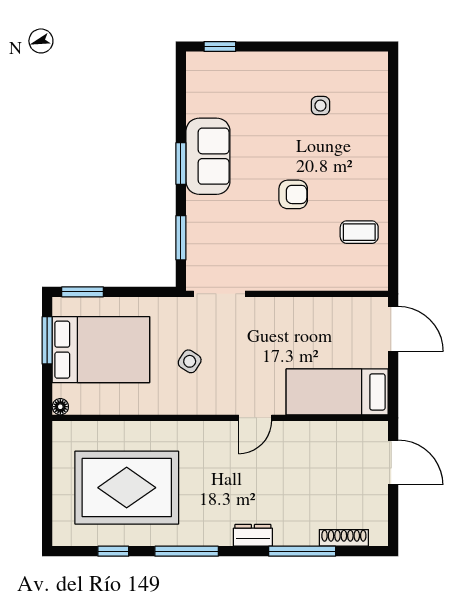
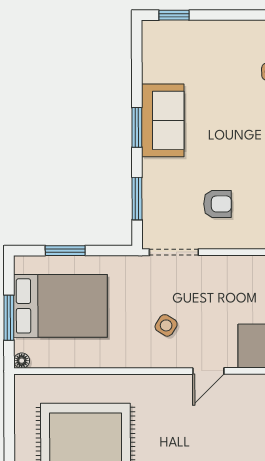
armchair: (293, 194) -> (217, 204), moved
window: (83, 292) -> (65, 251), moved
window: (47, 340) -> (9, 318), moved
side table: (190, 361) -> (166, 325), moved

